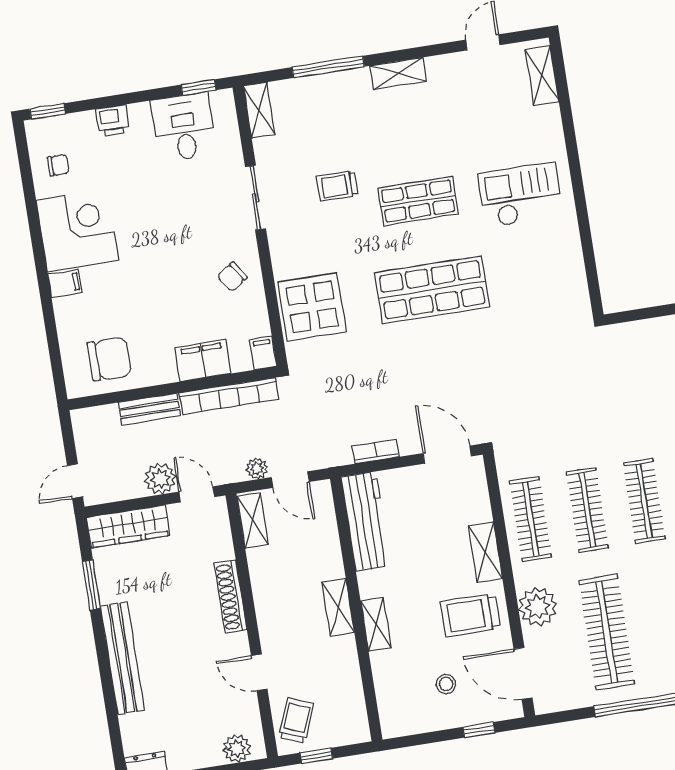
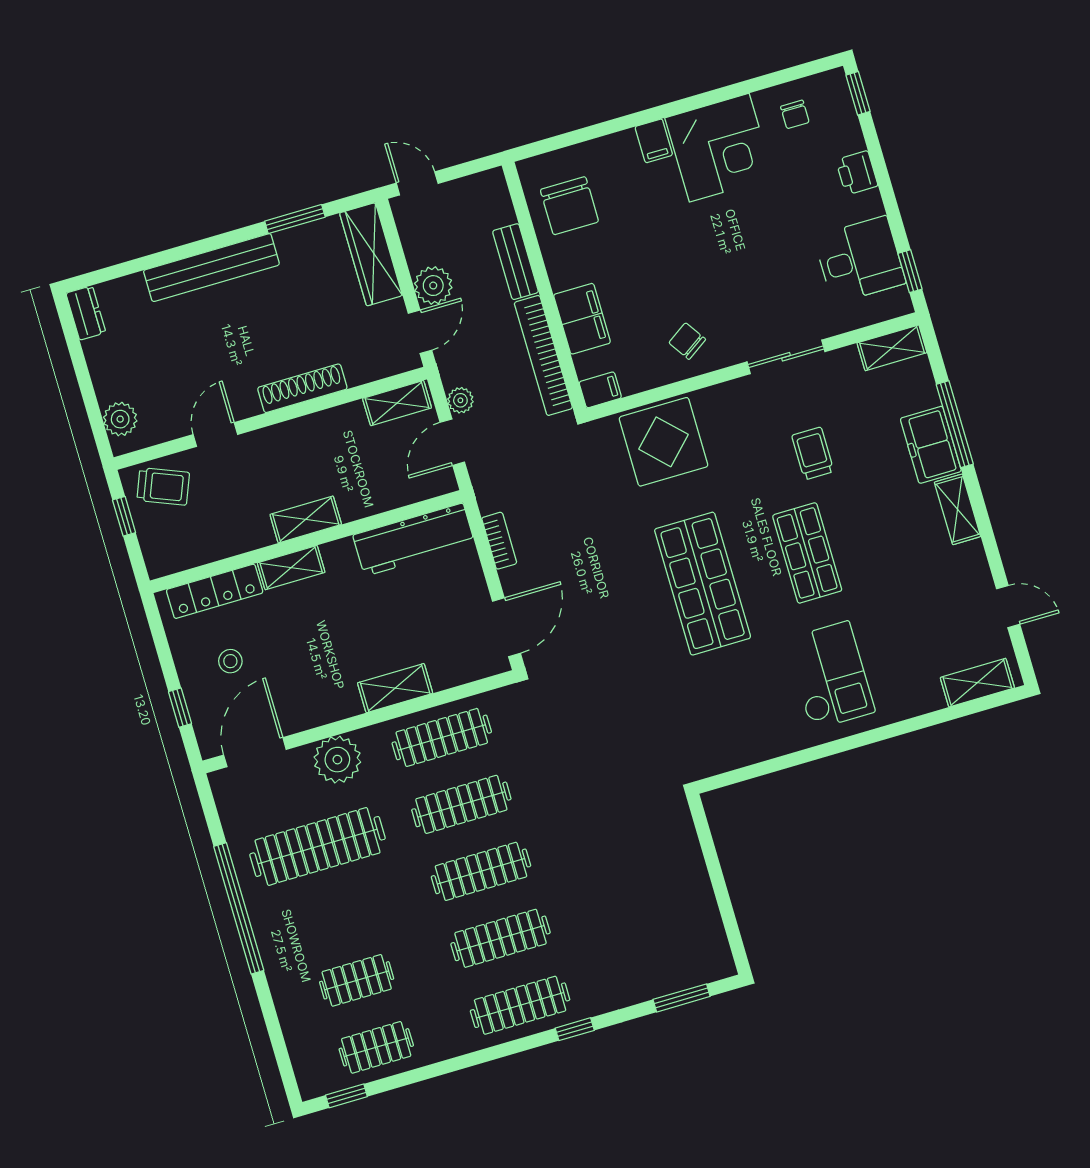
freezer: (343, 89) -> (931, 445), added
trolley: (470, 615) -> (317, 680), removed
locker: (387, 689) -> (215, 591), added

